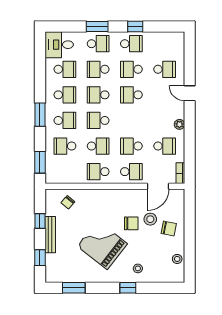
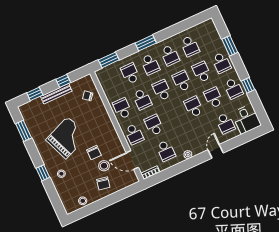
window: (97, 27) -> (230, 46), moved
desk: (59, 45) -> (246, 119), moved, turned 180
grand piano: (102, 245) -> (67, 138), turned 30

